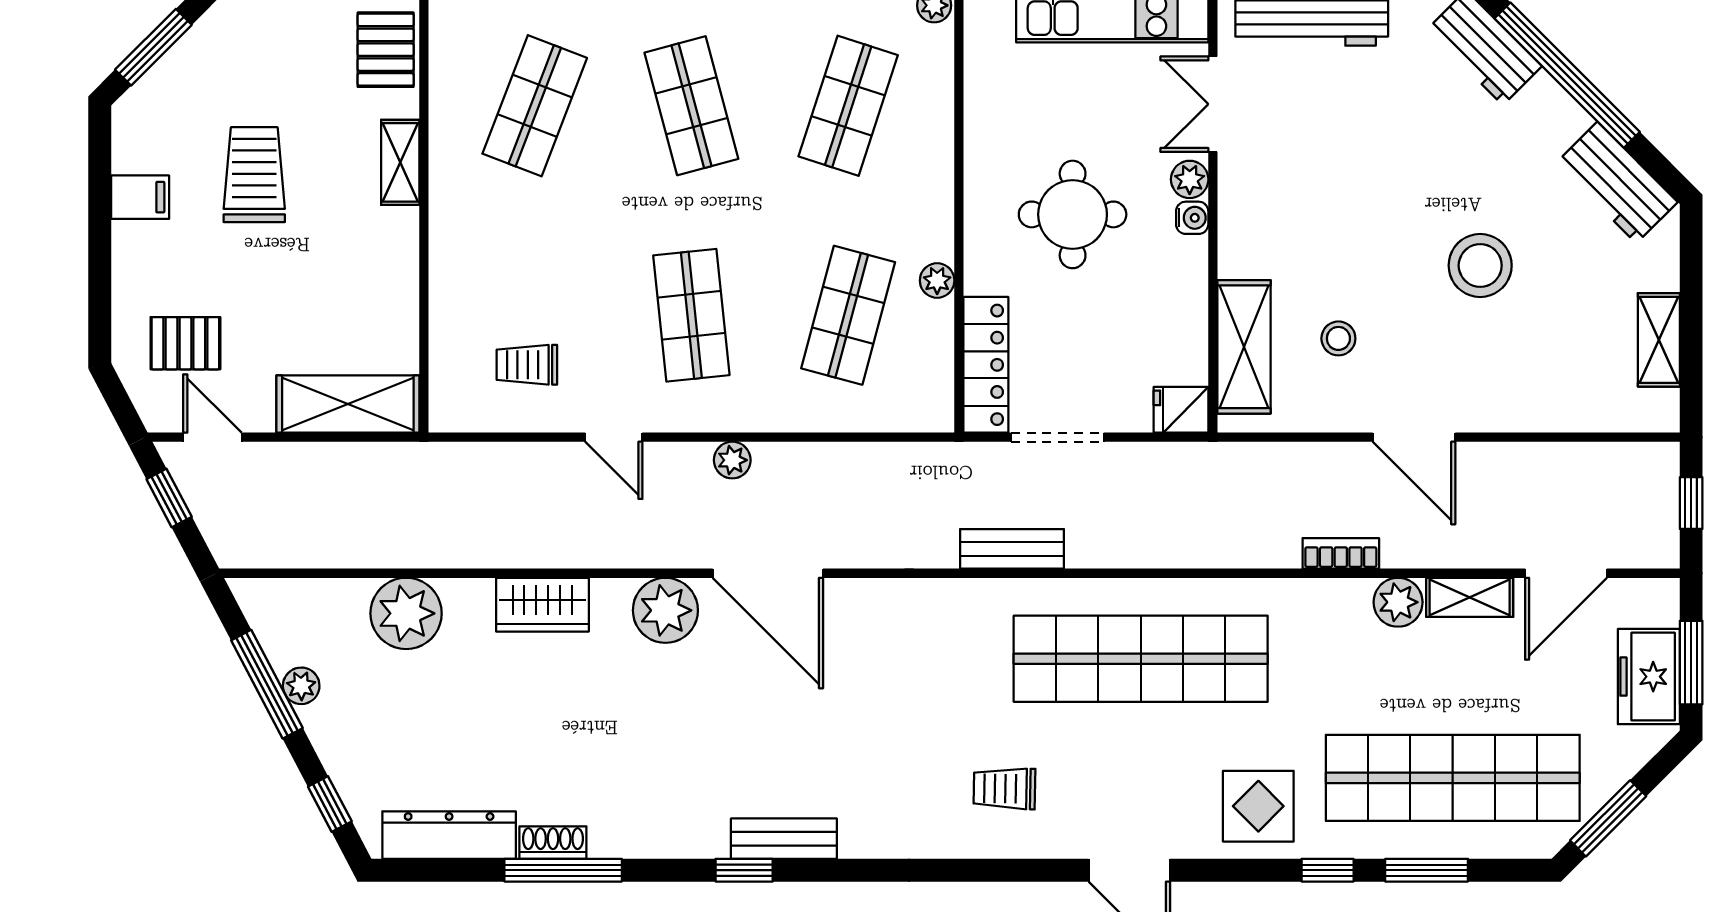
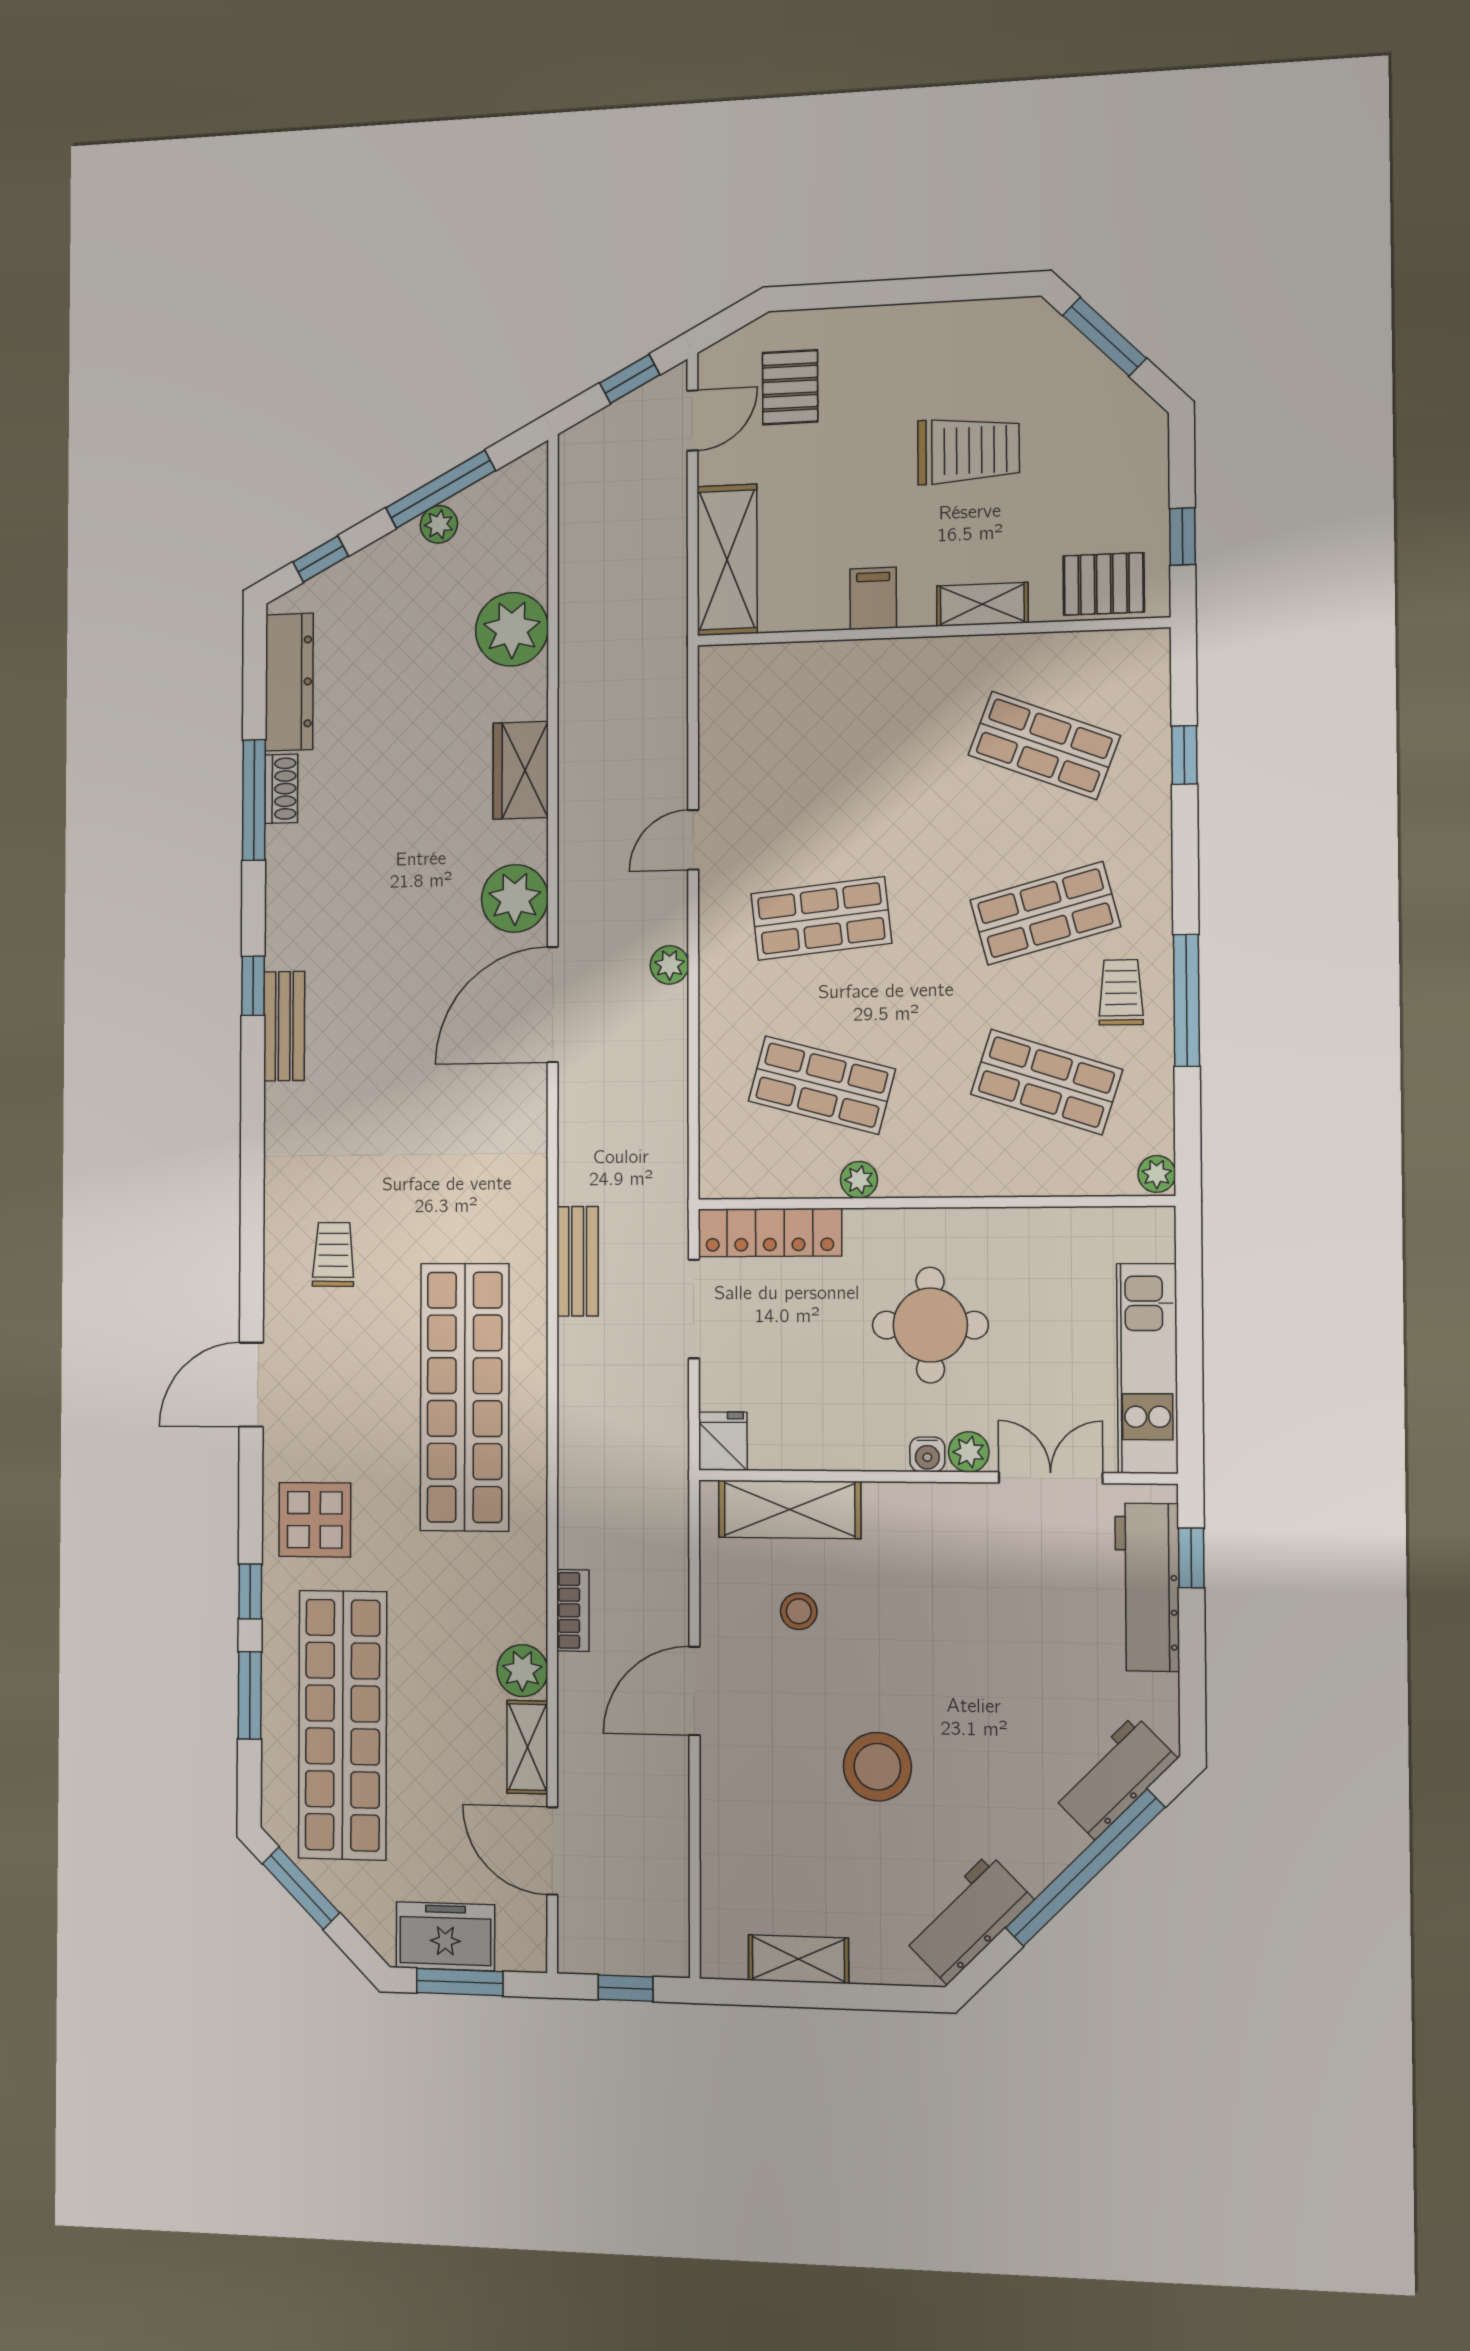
filing cabinet: (140, 197) -> (873, 598), moved, turned 180
trolley: (527, 365) -> (1121, 992), moved

